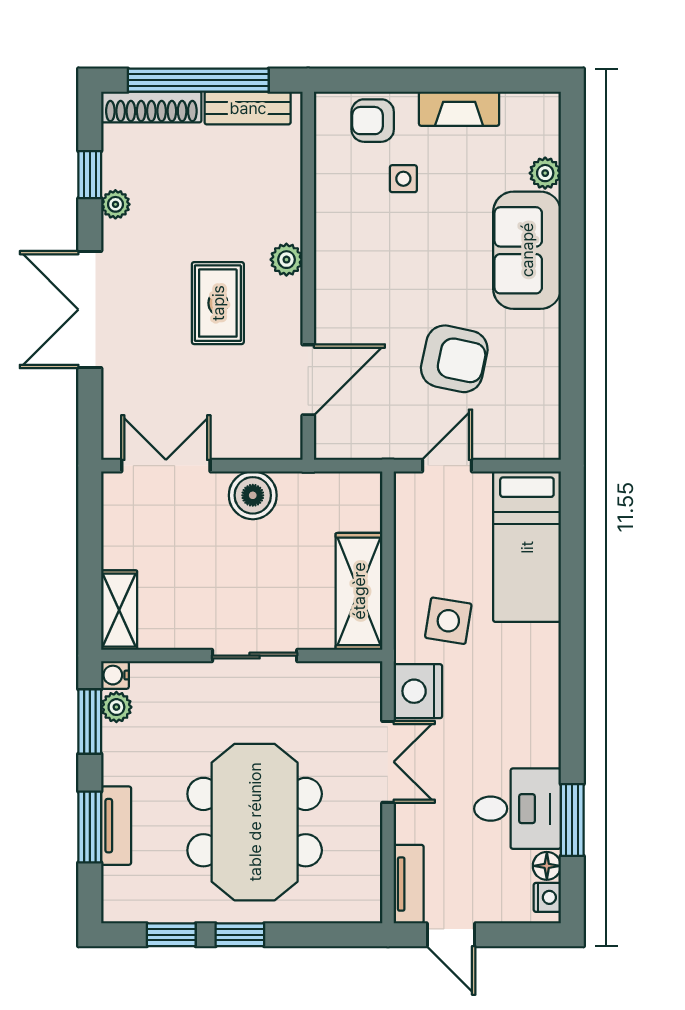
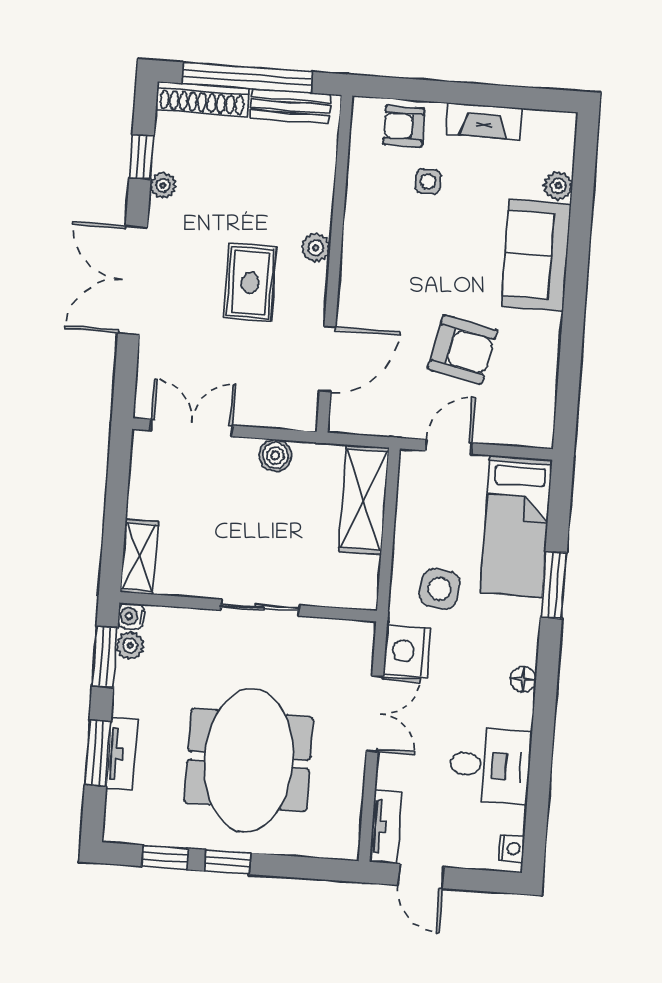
boiler: (253, 495) -> (275, 455), width x0.73, depth x0.73
shelving: (359, 591) -> (364, 500), moved
window: (572, 820) -> (554, 585), moved
floor lamp: (547, 866) -> (523, 679), moved

